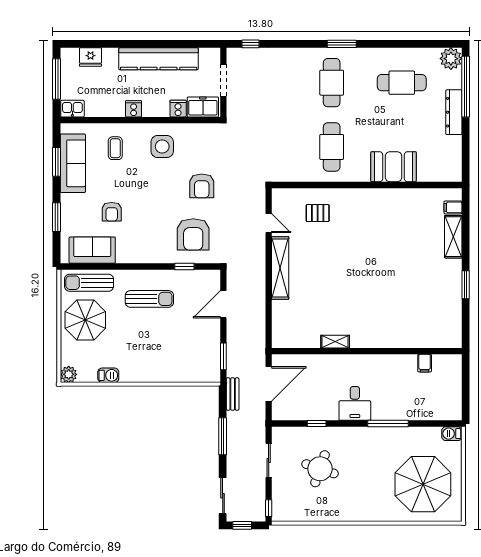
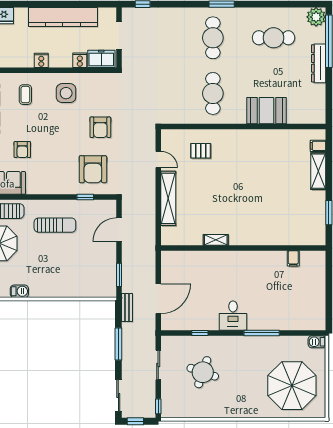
shelving: (335, 342) -> (216, 240), moved
wall: (367, 351) -> (243, 248), moved
filing cabinet: (425, 363) -> (293, 258), moved

